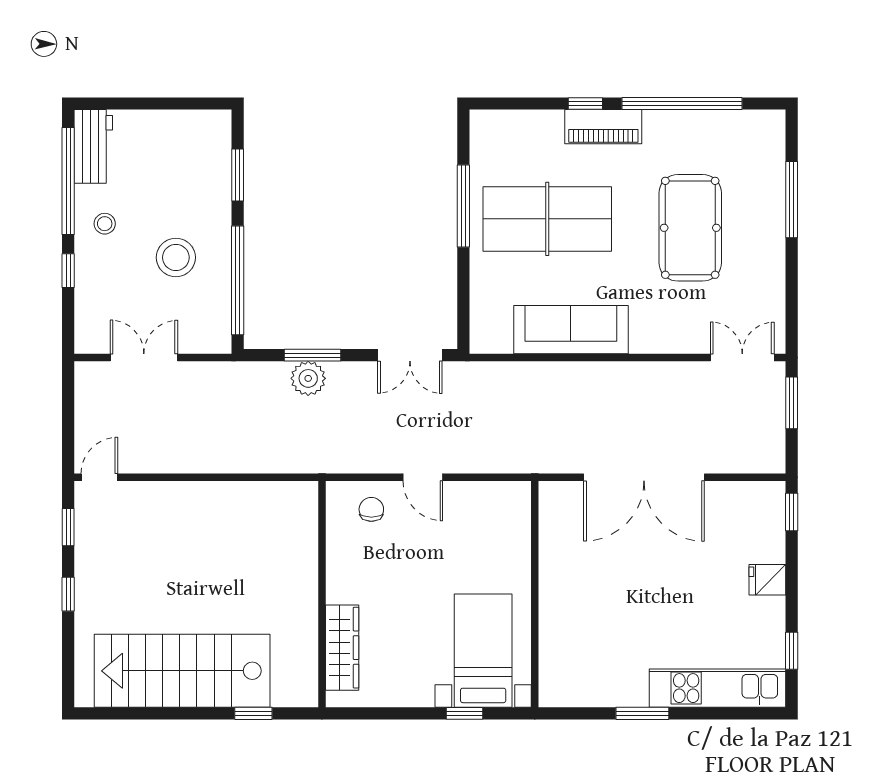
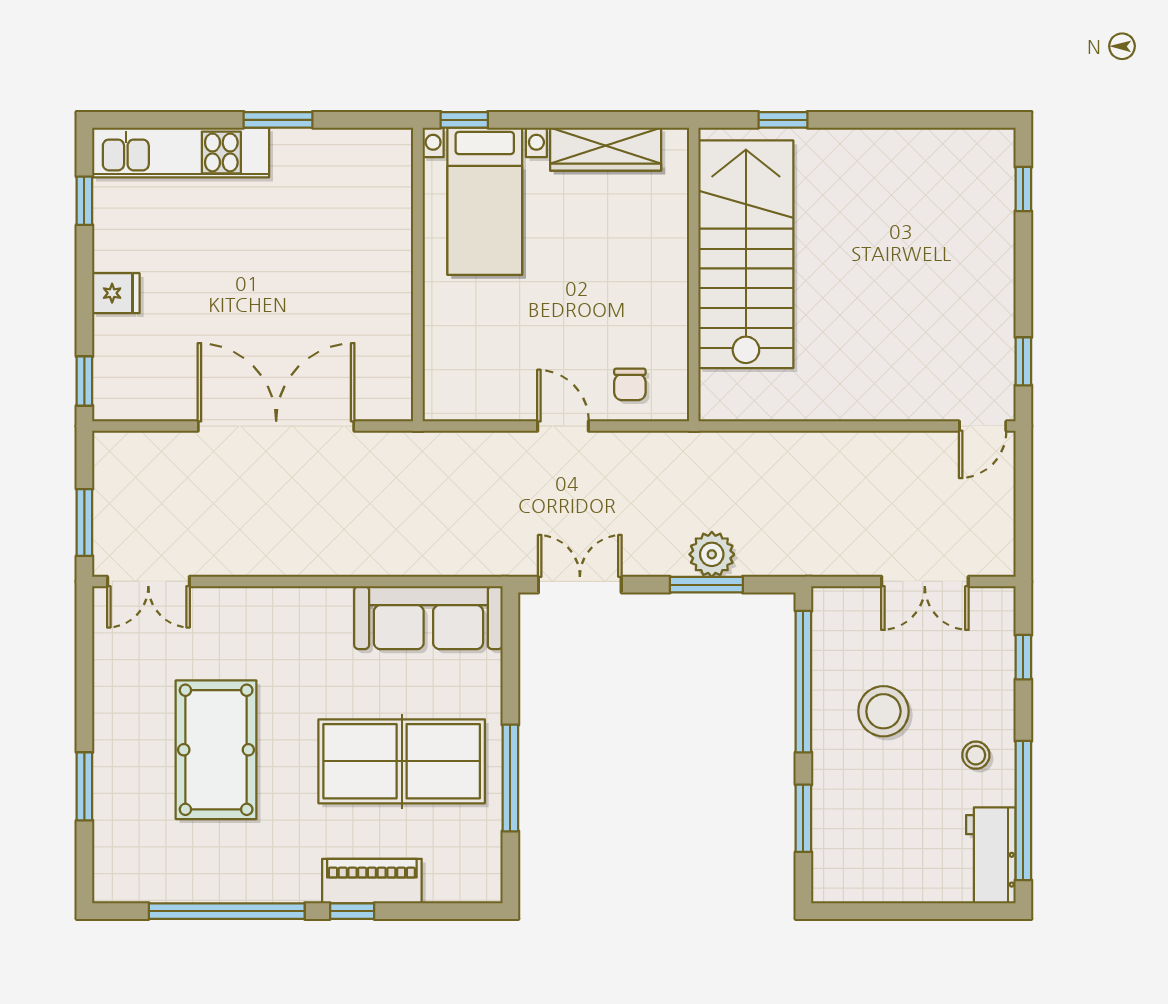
piano: (603, 127) -> (372, 881), moved
window: (792, 200) -> (84, 786), width x0.69
window: (68, 271) -> (1023, 657), moved
sofa: (571, 330) -> (428, 618), moved
window: (68, 594) -> (1023, 189), moved
wardrobe: (342, 648) -> (606, 149), moved, turned -90
stairs: (182, 671) -> (746, 254), moved, turned -90
window: (465, 713) -> (464, 120), moved

